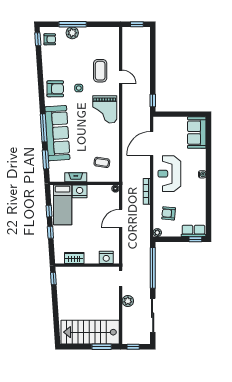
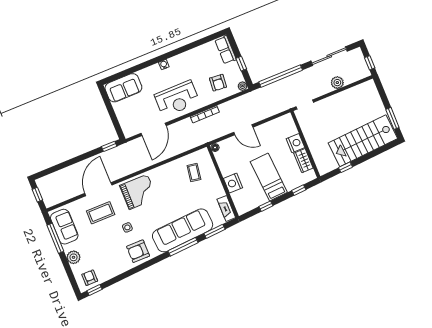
window: (73, 24) -> (55, 238), moved
sofa: (101, 36) -> (64, 227), added
door: (121, 77) -> (98, 189), width x1.87
armchair: (55, 89) -> (138, 251), turned -90
door: (152, 143) -> (154, 129), hinge flipped
fireplace: (76, 177) -> (226, 208), moved
bed: (63, 205) -> (269, 177), moved, turned -94
window: (50, 232) -> (299, 190), moved
window: (195, 239) -> (241, 64), moved
nightstand: (106, 257) -> (295, 143), moved
window: (53, 279) -> (346, 167), moved
plant: (128, 301) -> (337, 83), moved
stairs: (90, 332) -> (363, 141), moved, turned 86
window: (102, 347) -> (392, 118), moved

